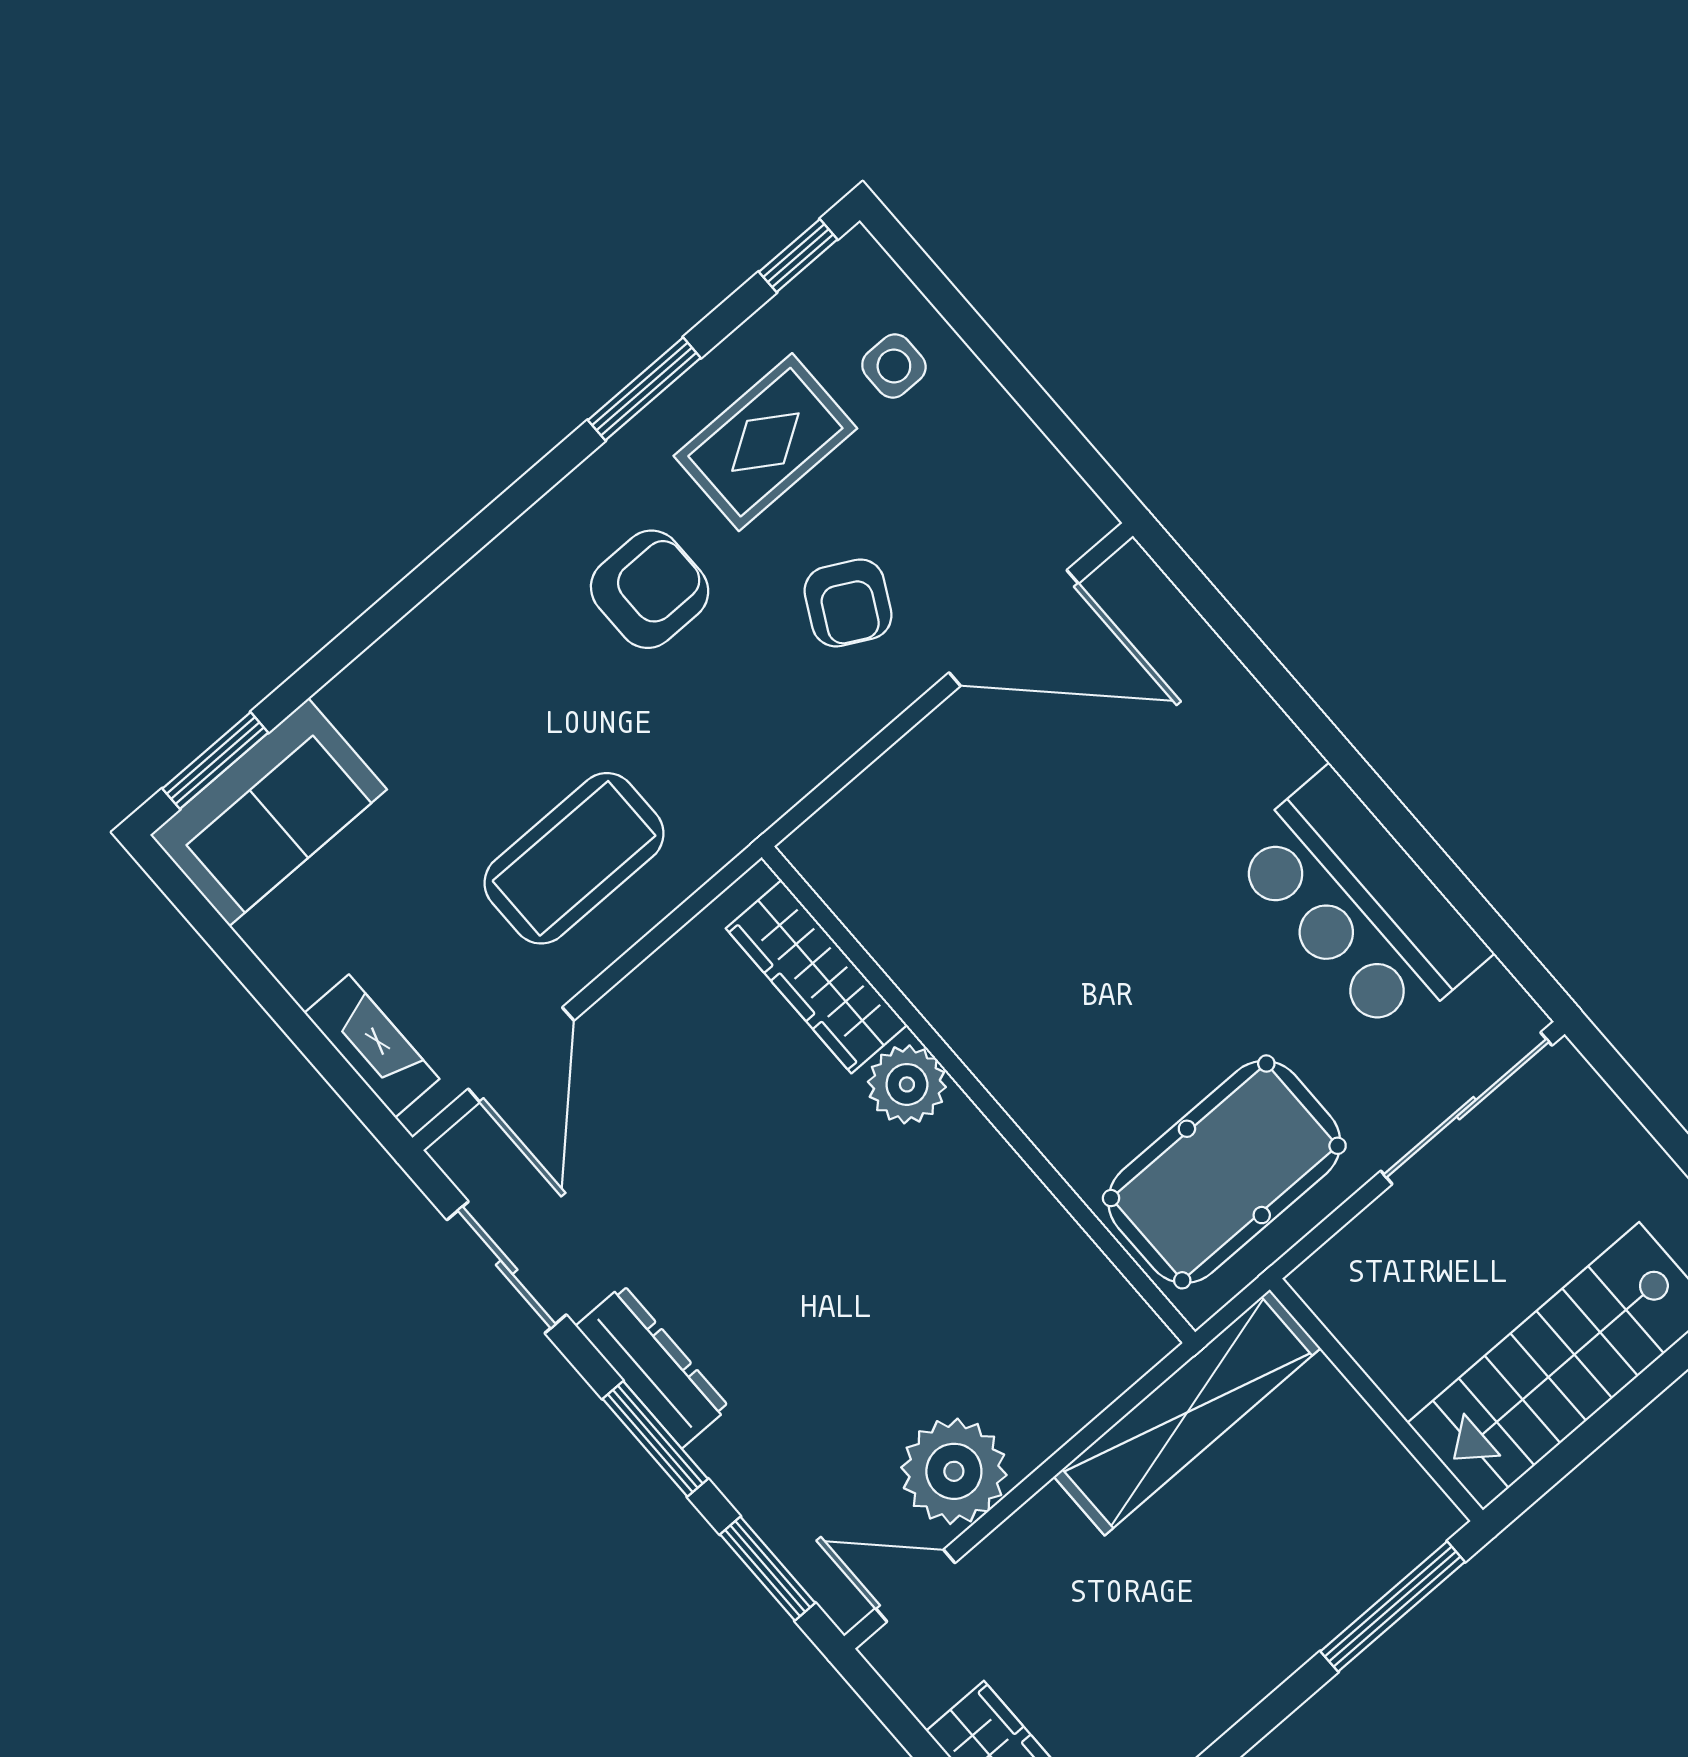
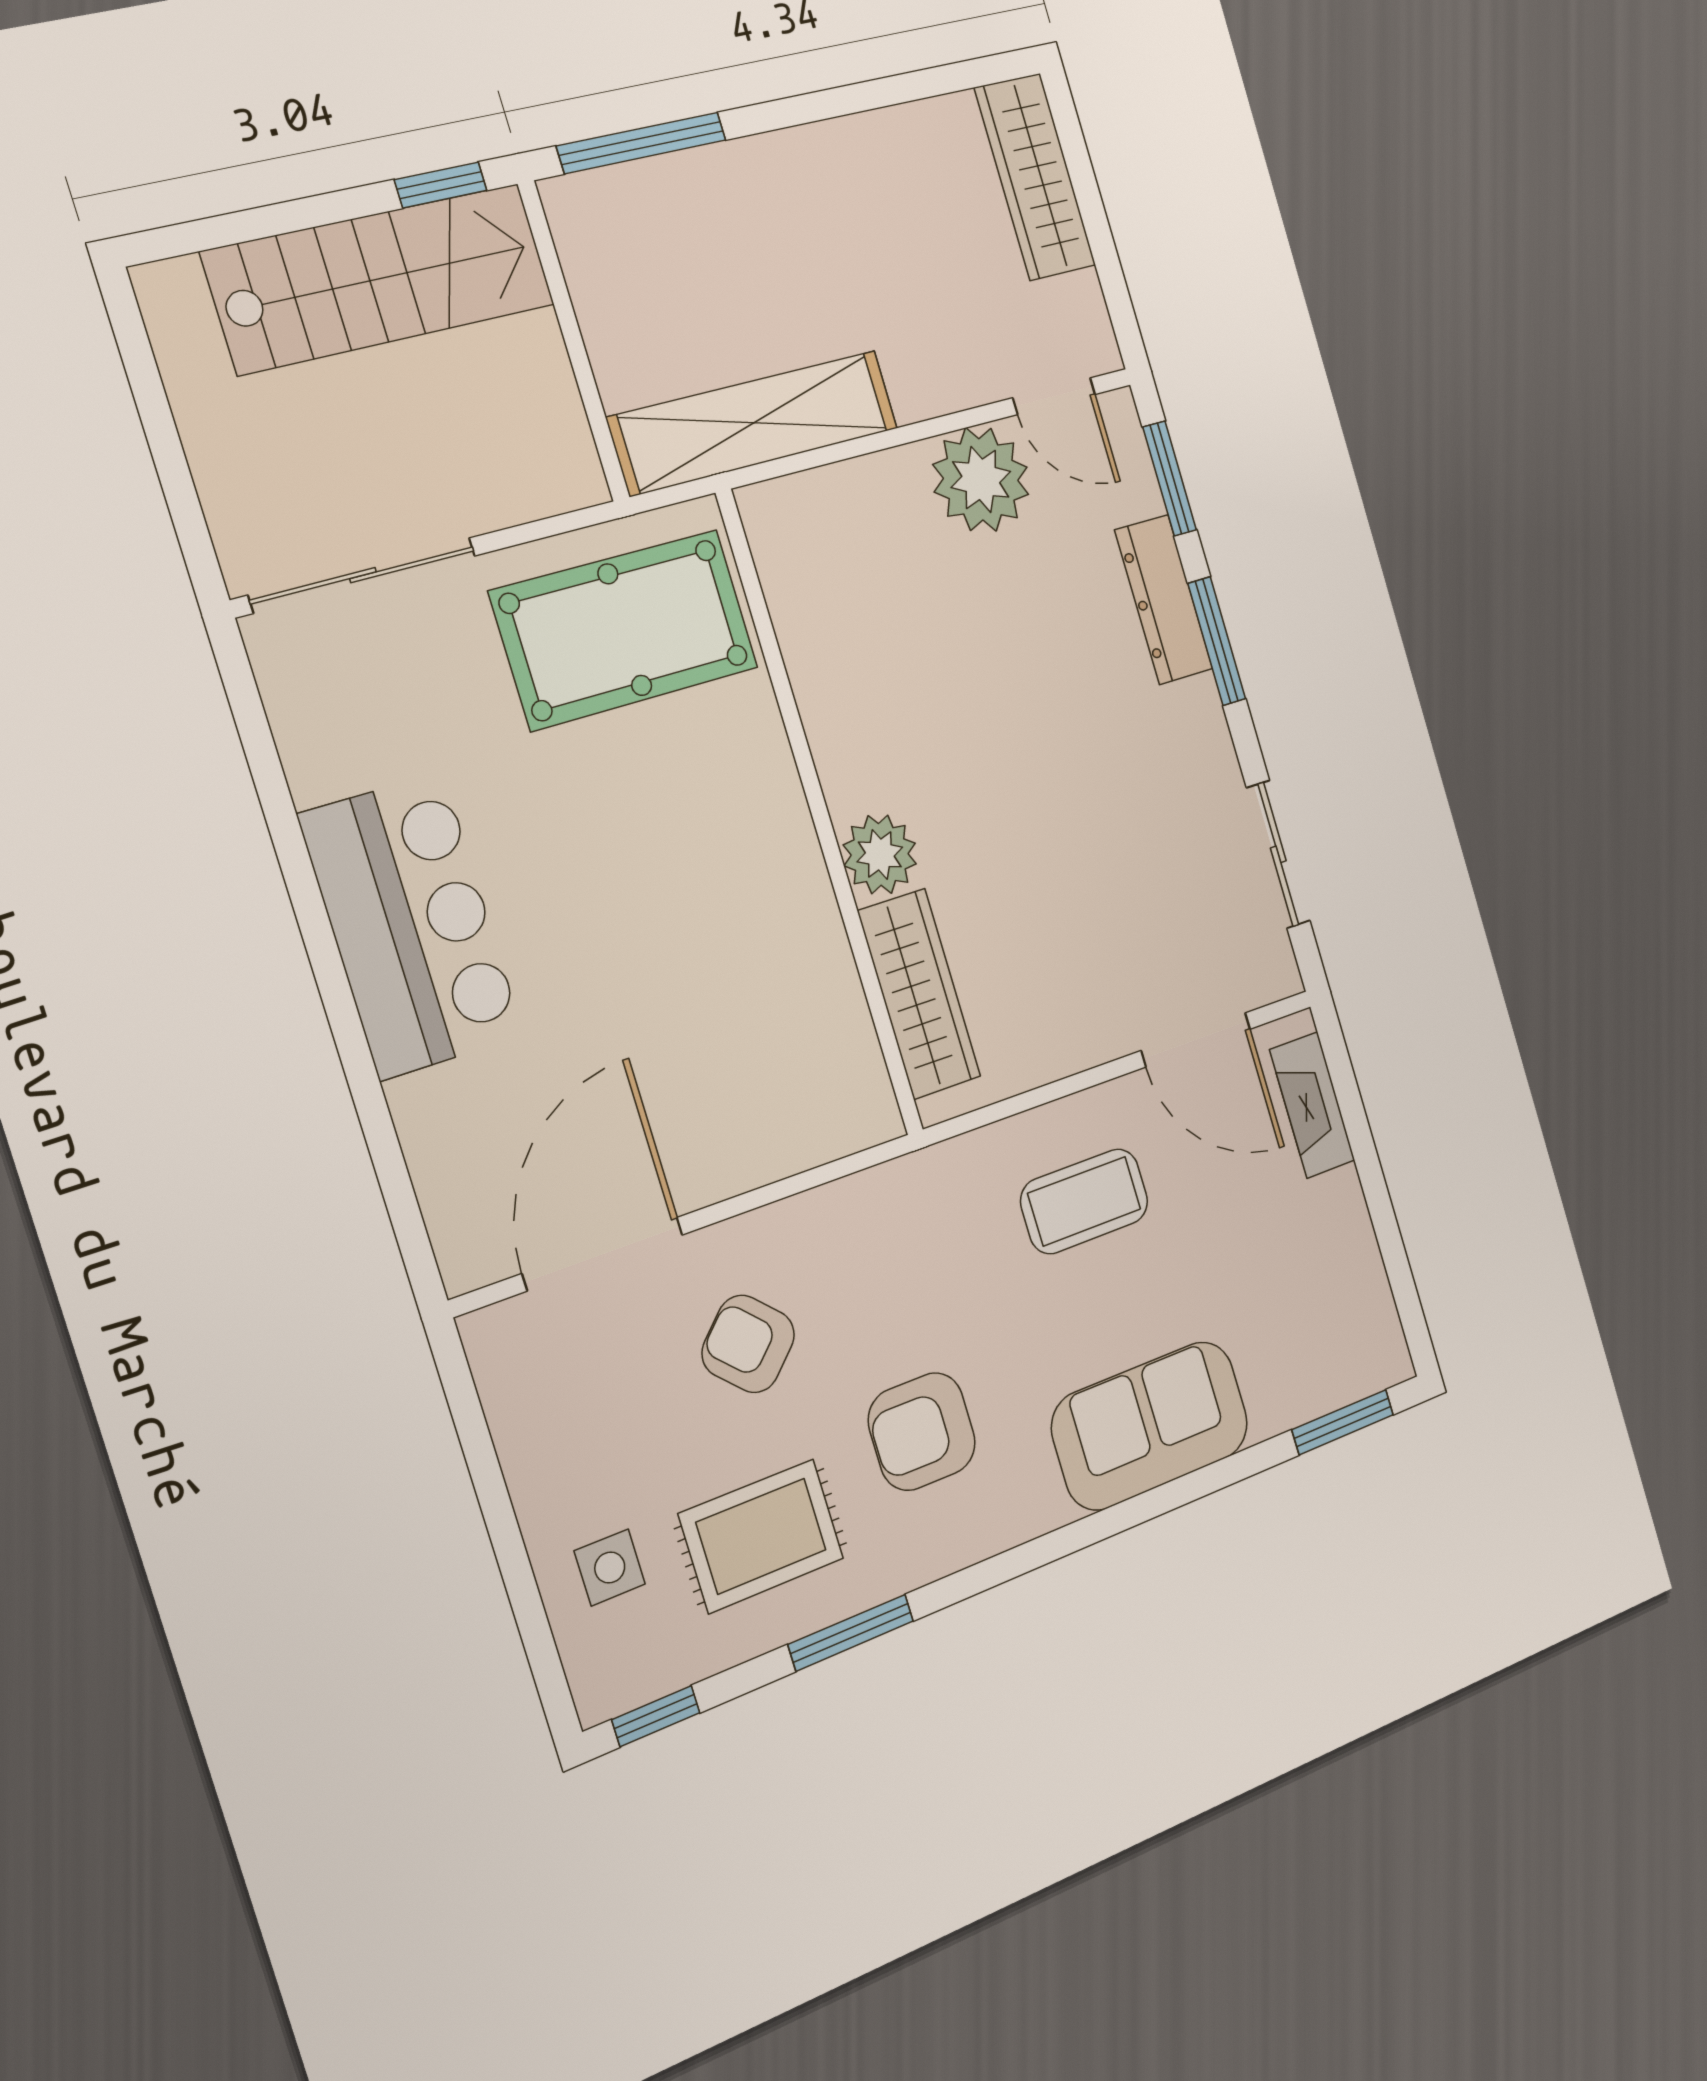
armchair: (848, 603) -> (748, 1344), turned -73
door: (1014, 628) -> (603, 1254), hinge flipped
sofa: (269, 812) -> (1150, 1426), moved
coffee table: (574, 858) -> (1084, 1201), width x0.73, depth x0.76
bar counter: (1359, 904) -> (411, 926), moved
door: (521, 1055) -> (1196, 1040), swing flipped
dresser: (652, 1367) -> (1164, 600), moved
window: (1546, 1473) -> (441, 185), added

